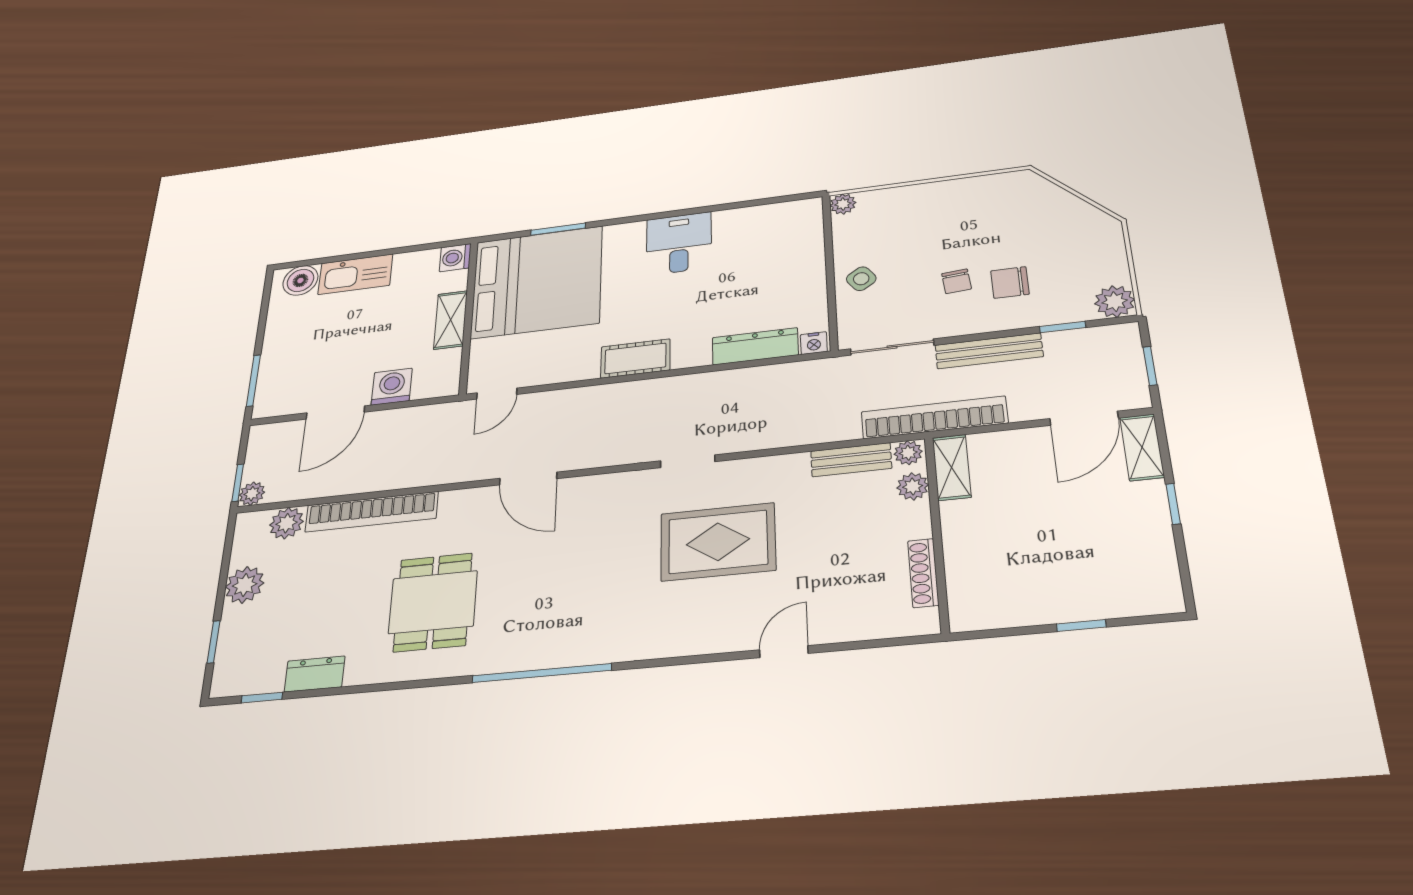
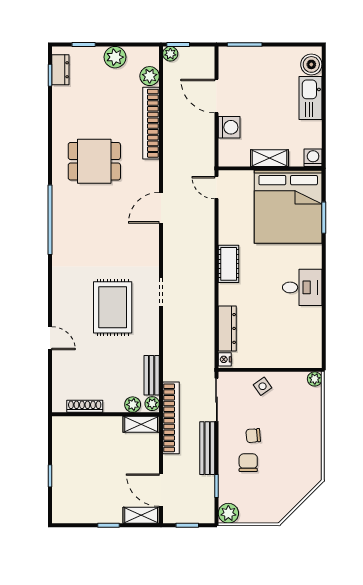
dresser: (315, 674) -> (60, 70), moved

